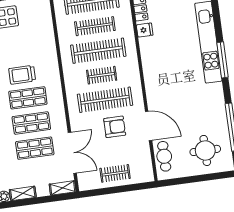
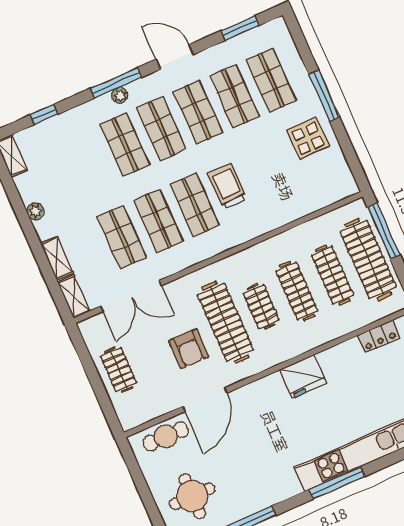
fridge: (145, 30) -> (303, 376), moved, width x1.88, depth x1.34
clothes rail: (98, 51) -> (297, 291), width x0.73, depth x0.76
shelving: (23, 193) -> (57, 258), moved

